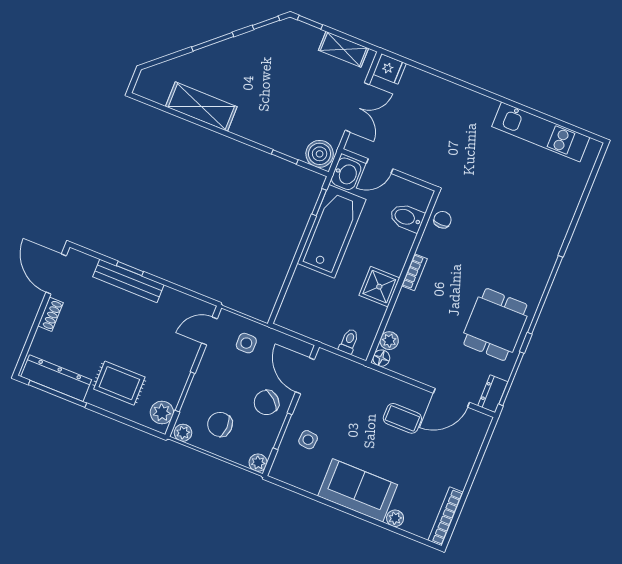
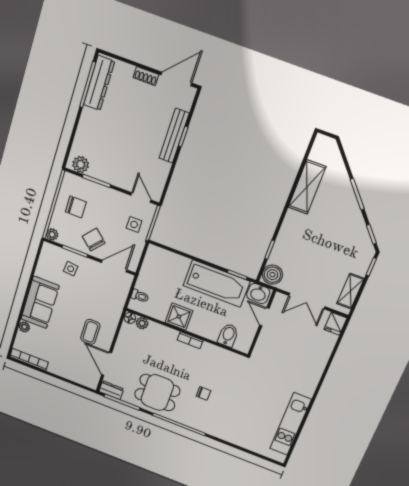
chair: (443, 220) -> (203, 393), moved
rug: (119, 383) -> (99, 132), removed
chair: (220, 424) -> (76, 207), turned 88
plant: (183, 433) -> (68, 180), removed

